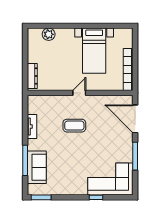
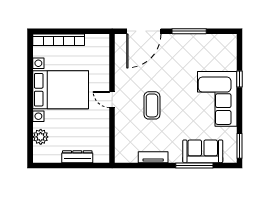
bed with nightstands: (94, 51) -> (61, 90), width x1.36
bookcase: (128, 70) -> (59, 40), moved
dresser: (32, 76) -> (77, 157), moved
corner sofa: (110, 179) -> (217, 99), moved

